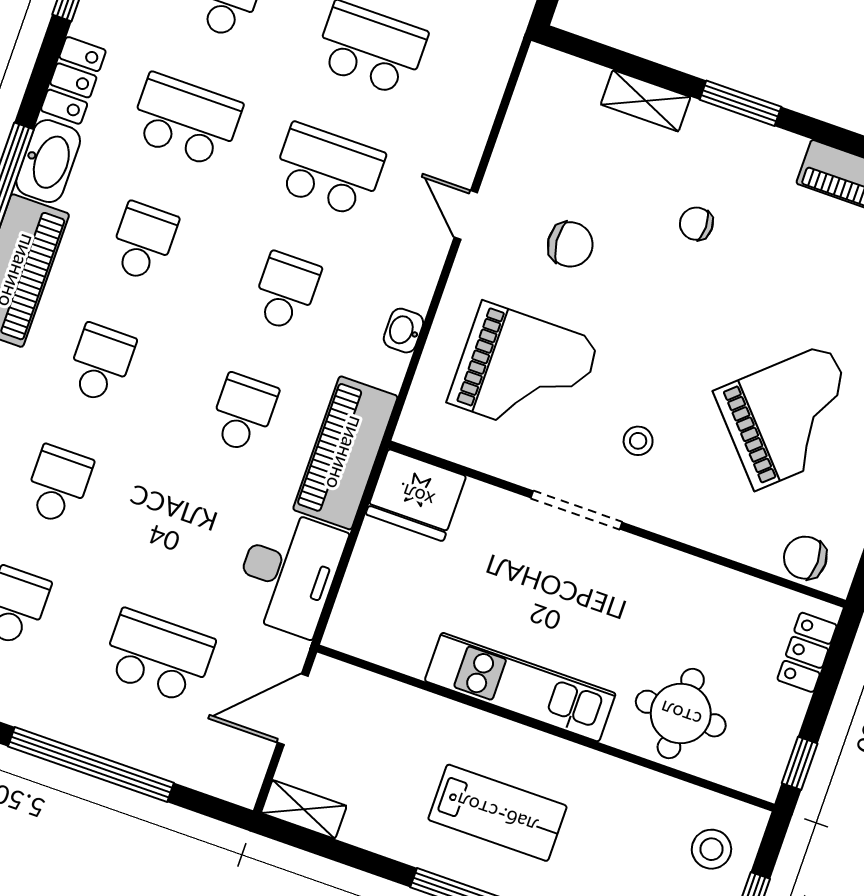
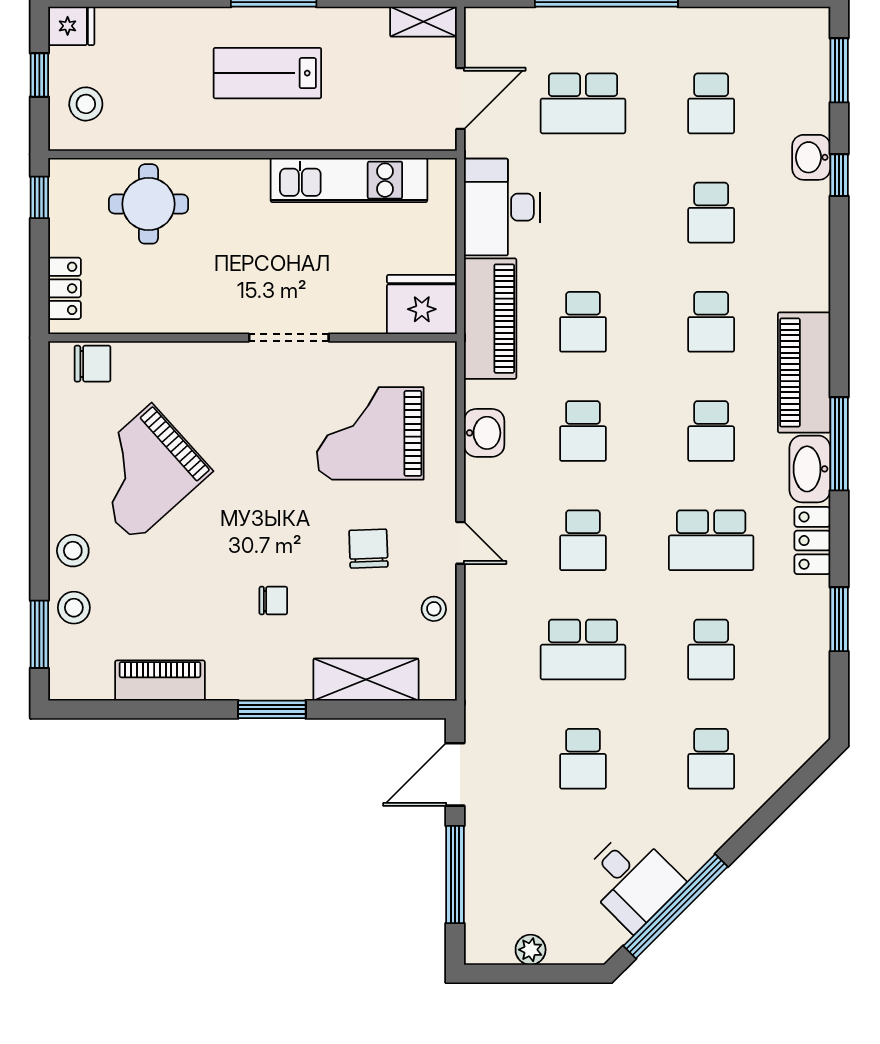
shelving: (646, 101) -> (366, 680), width x1.50, depth x1.33
school desk: (328, 170) -> (583, 540), width x0.54
chair: (570, 244) -> (368, 549), turned 93
washbasin: (403, 331) -> (484, 433), width x1.38, depth x1.45
stool: (638, 441) -> (434, 609), moved
kitchen unit: (520, 687) -> (349, 180), moved

